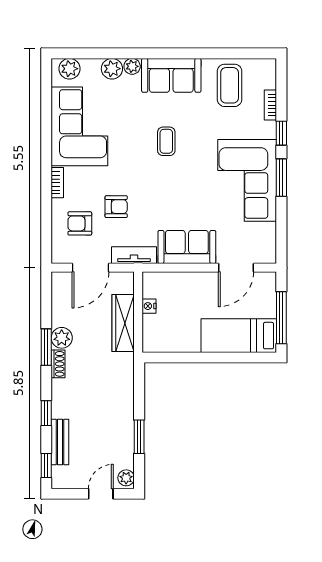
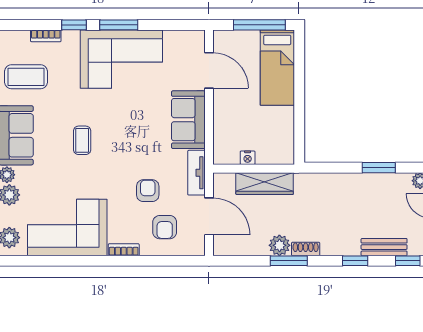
coffee table: (166, 141) -> (82, 140), turned 90

